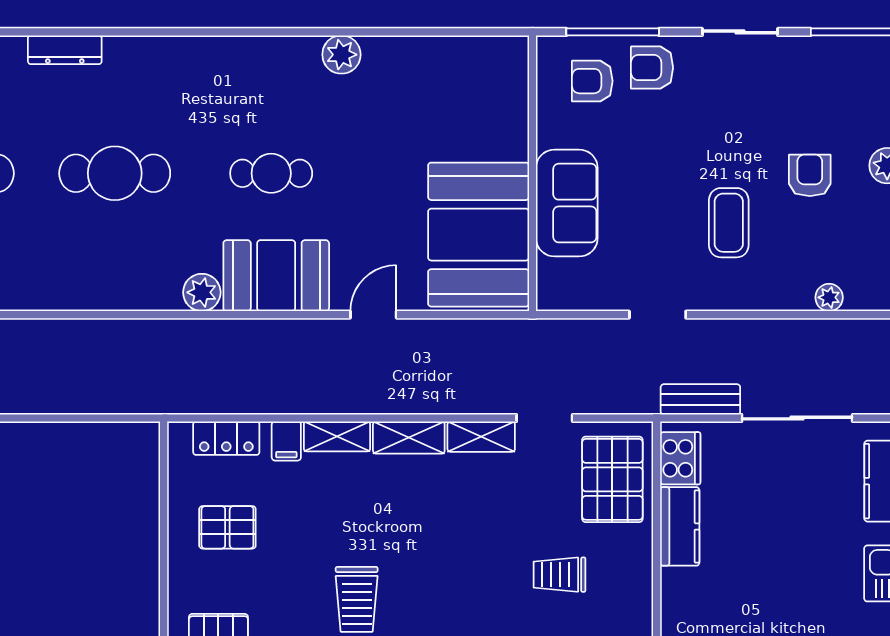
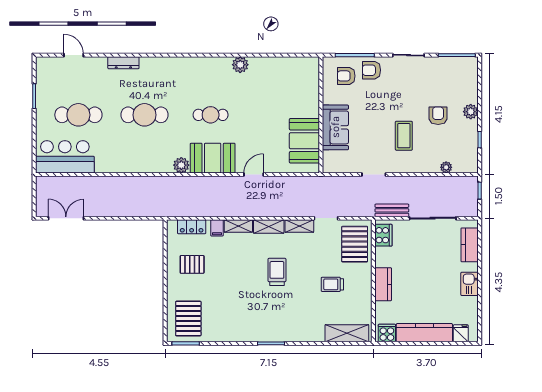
booth: (479, 235) -> (304, 141), width x0.73, depth x0.70
kitchen counter: (680, 526) -> (383, 284), moved
trolley: (357, 599) -> (277, 272), moved, turned 180

